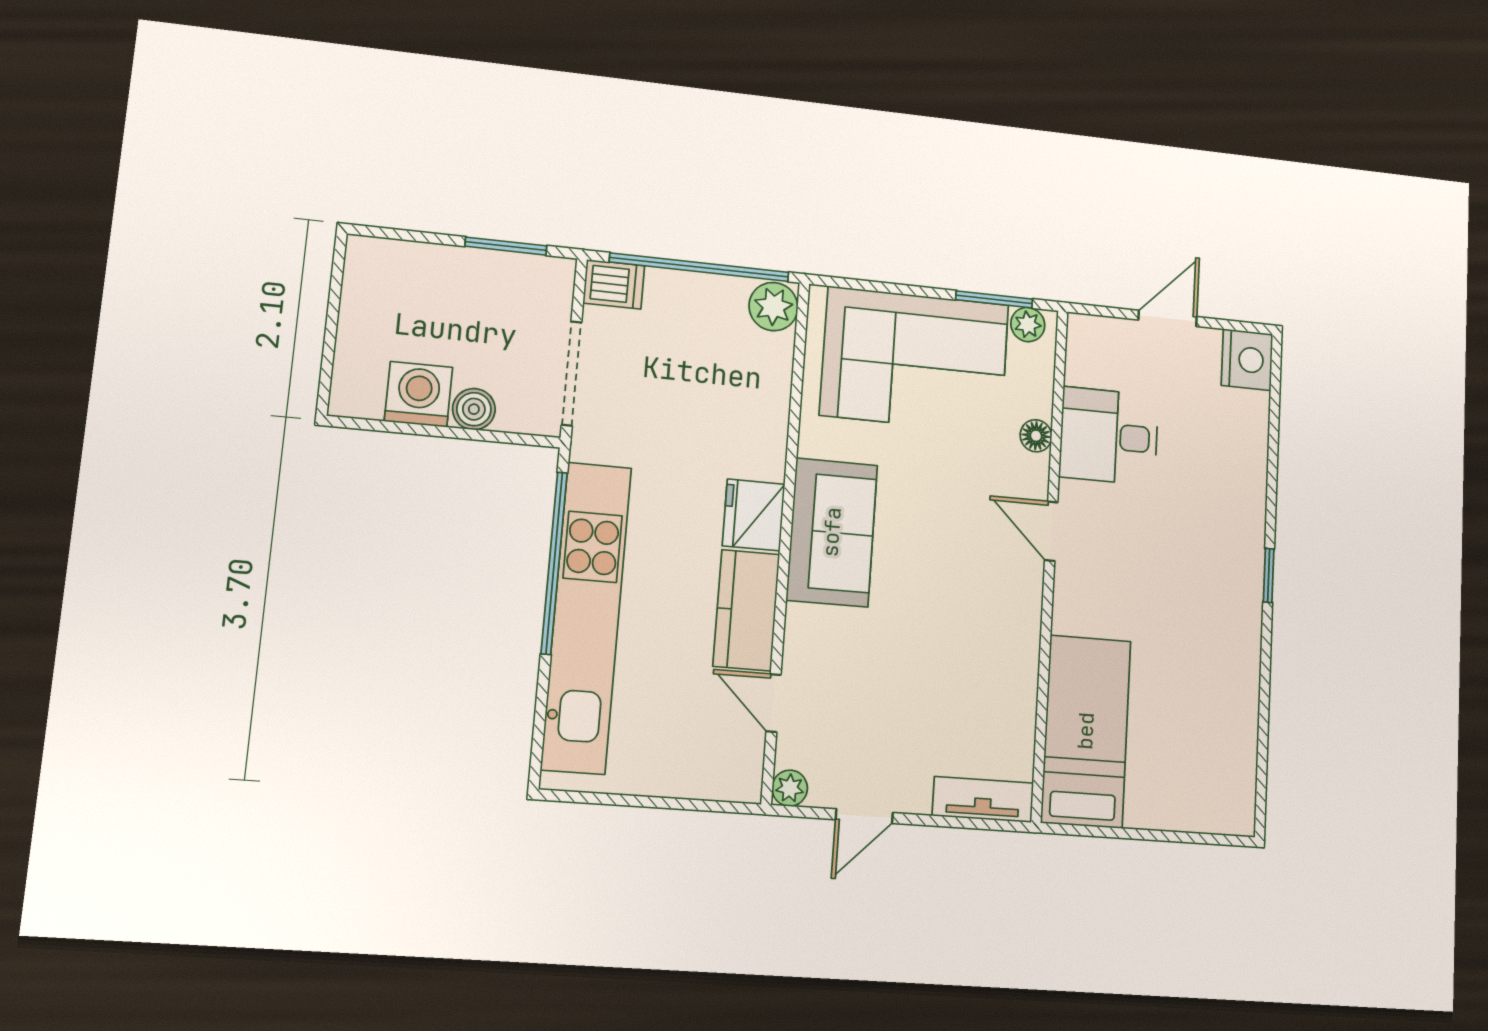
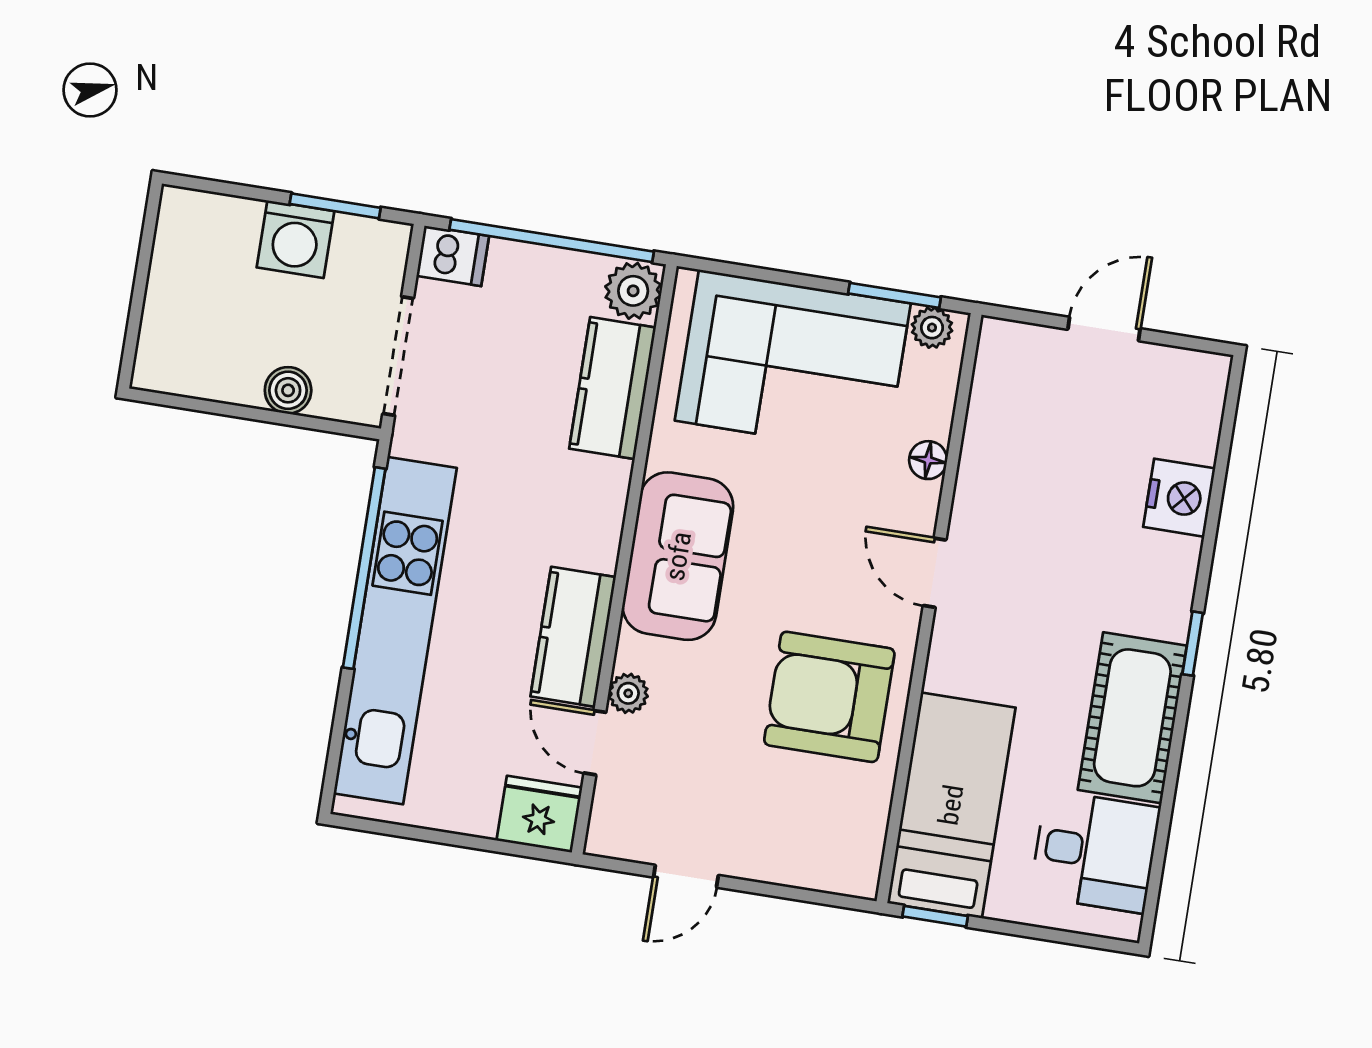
nightstand: (1247, 360) -> (1179, 498), moved
kitchen counter: (763, 391) -> (612, 388), added
washing machine: (419, 394) -> (295, 239), moved, turned 180
desk: (1109, 436) -> (1095, 852), moved, turned 180
fridge: (754, 515) -> (539, 814), moved, turned 90
cot: (1227, 642) -> (1132, 718), added
armchair: (973, 645) -> (829, 697), added
plant: (790, 788) -> (628, 693), moved
tv unit: (983, 799) -> (823, 871), removed
window: (1082, 831) -> (935, 916), added

